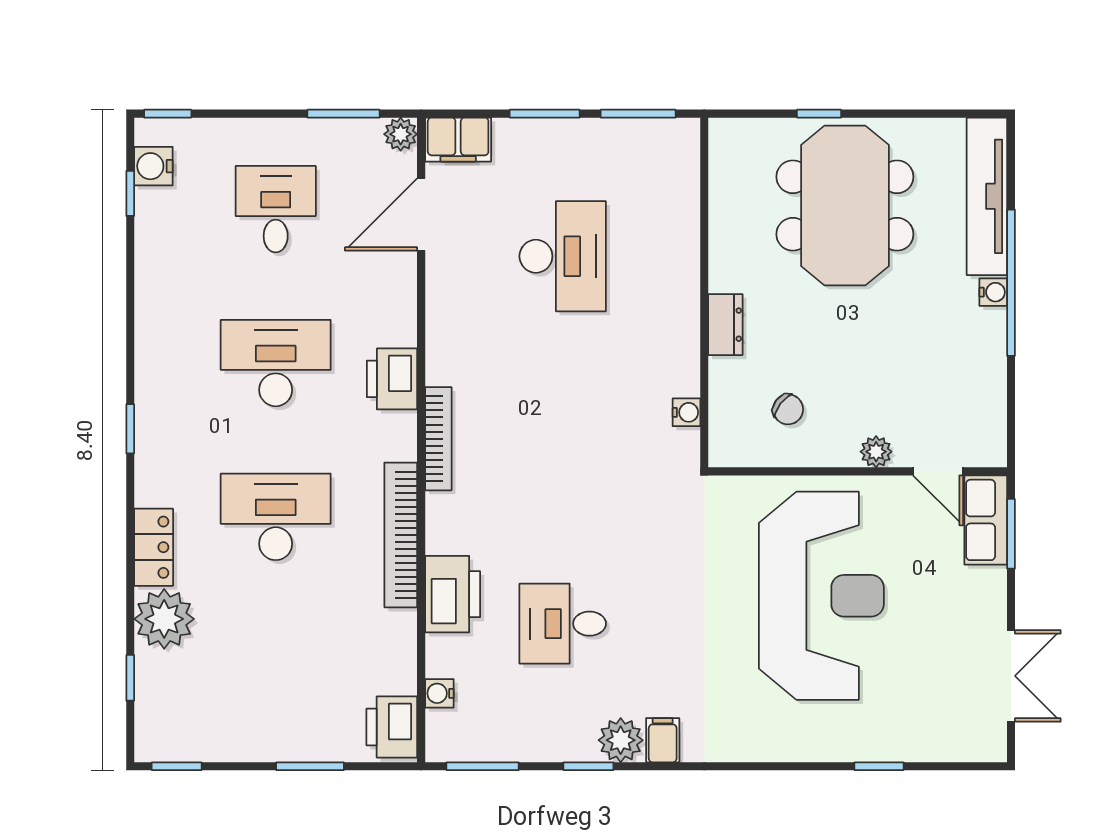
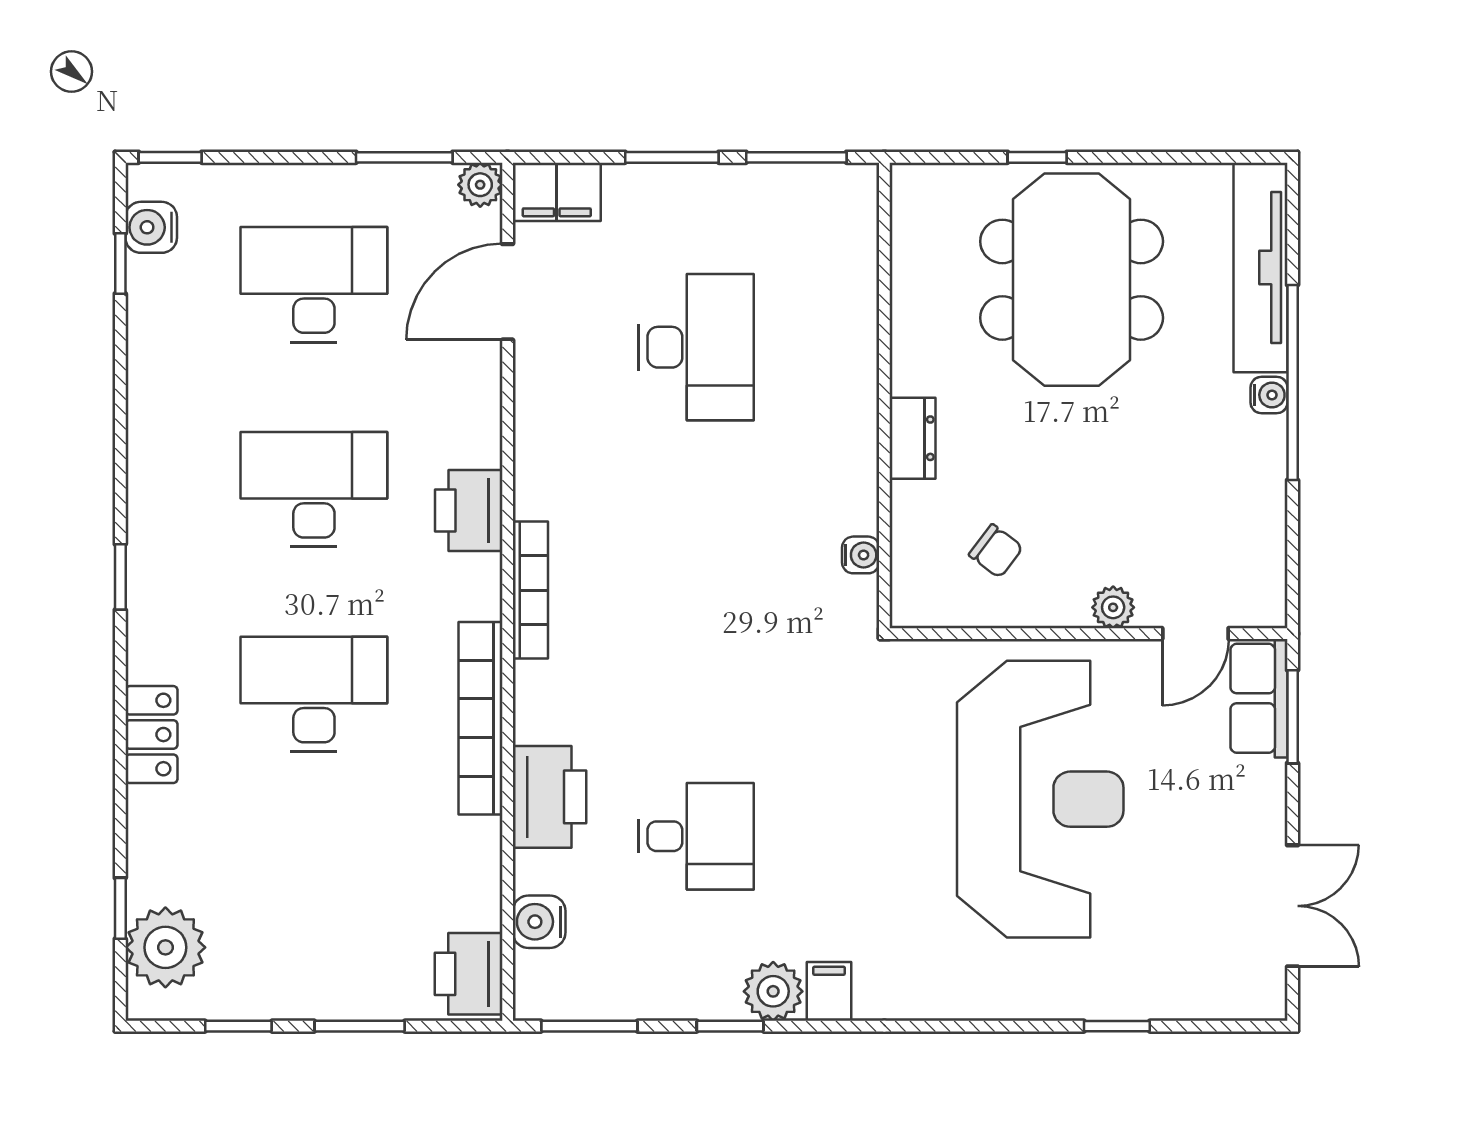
desk: (276, 209) -> (314, 285), width x1.37
door: (938, 471) -> (1195, 634), hinge flipped
plant: (164, 619) -> (165, 947), moved
desk: (563, 624) -> (696, 836), turned 180
water cooler: (439, 693) -> (539, 922), width x1.38, depth x1.38
window: (177, 766) -> (238, 1026), moved

